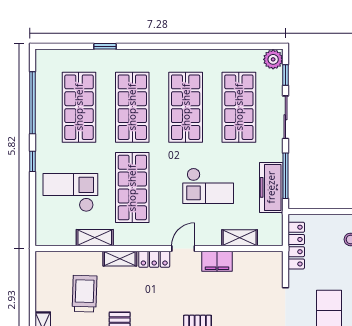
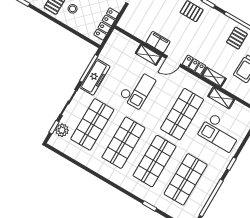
plant: (273, 59) -> (62, 130), moved
checkout: (208, 186) -> (137, 89), turned 90
freezer: (271, 187) -> (95, 77), moved
shelving: (240, 238) -> (148, 55), moved

